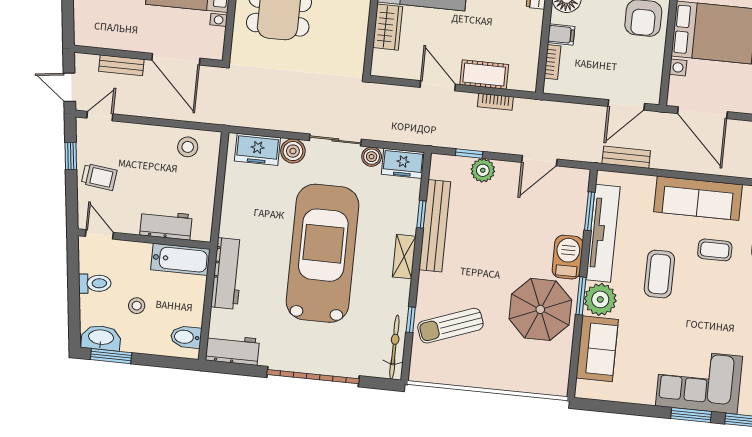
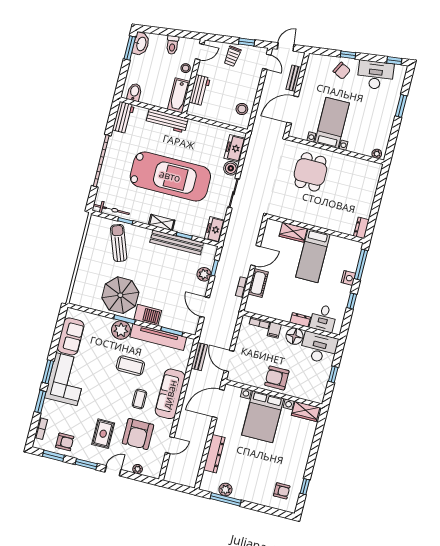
boiler: (372, 157) -> (221, 212), removed
stool: (137, 306) -> (186, 68), moved
sofa: (597, 349) -> (71, 336), moved, turned -90

